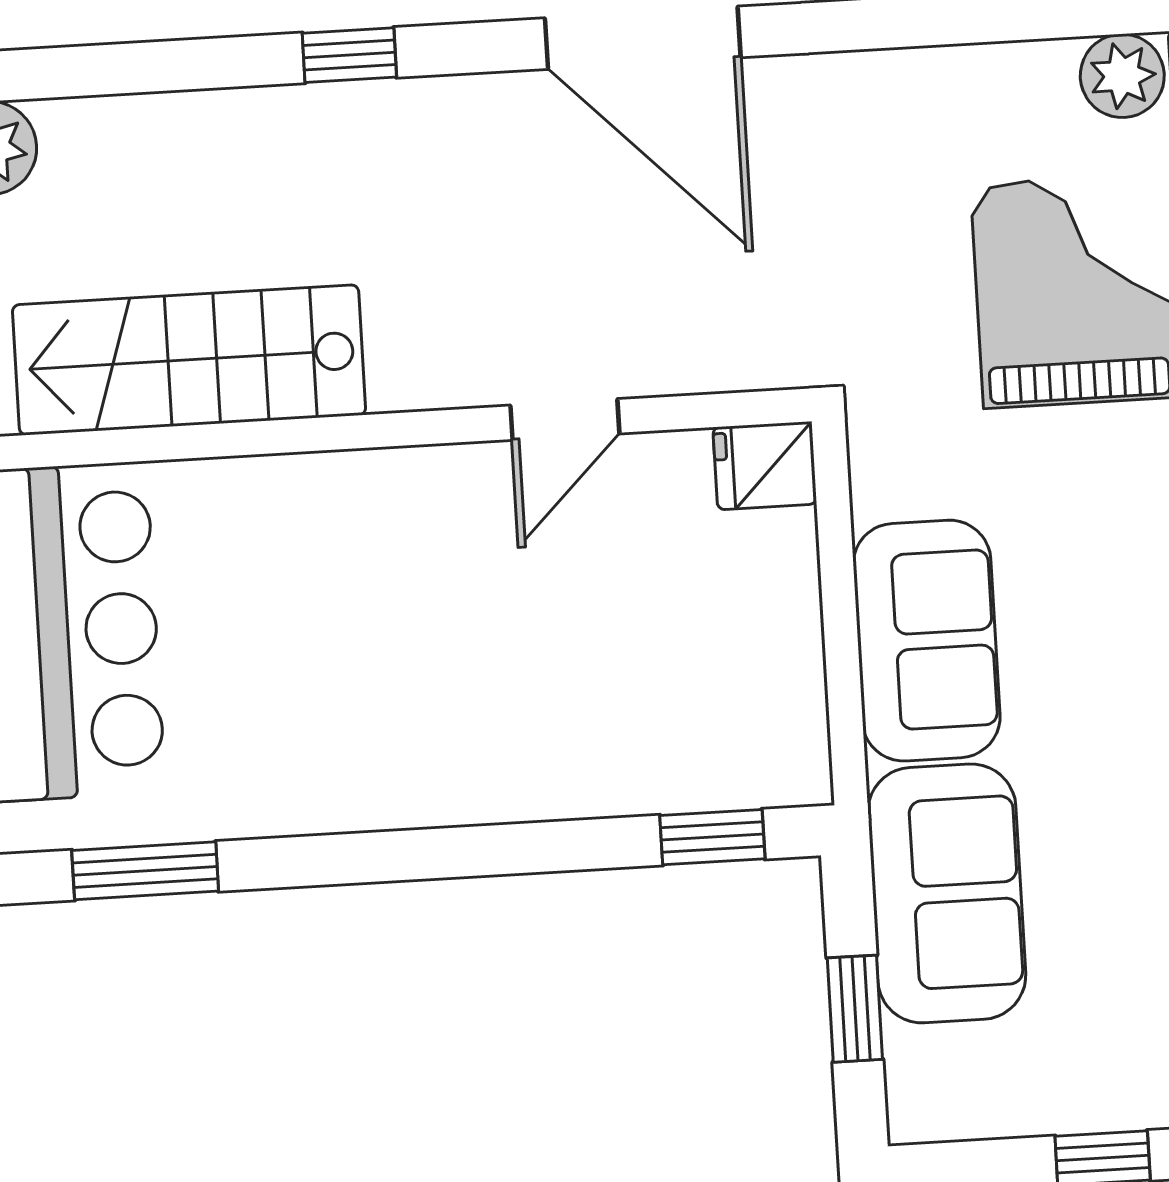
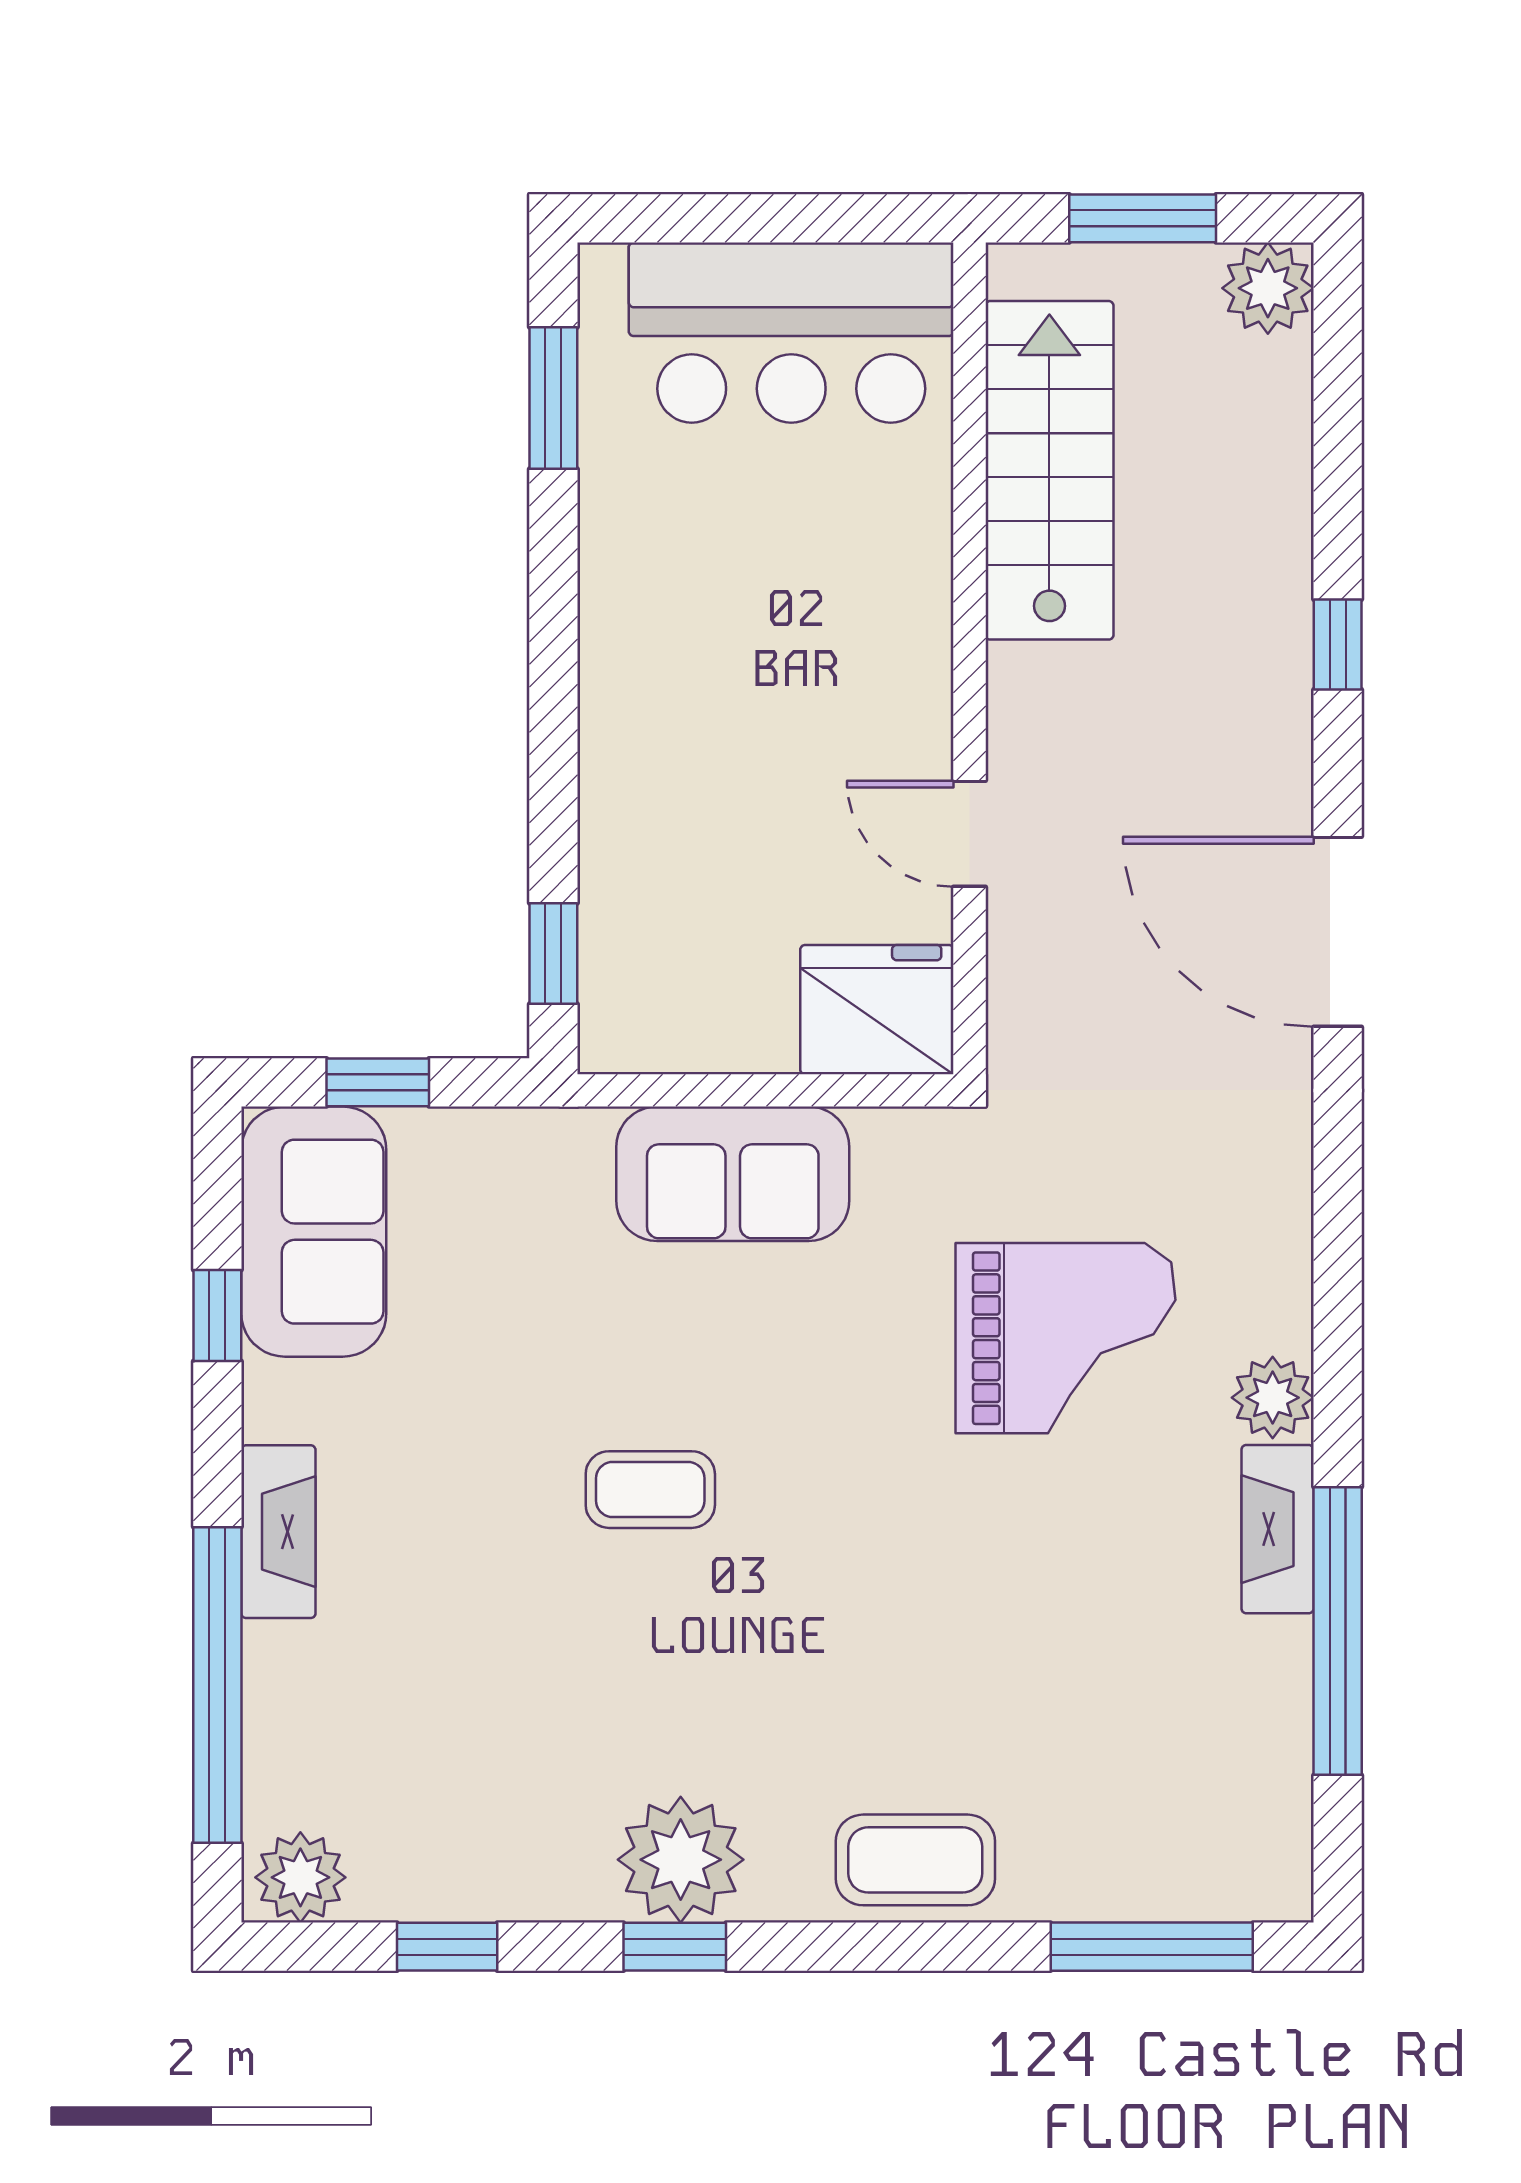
door: (643, 38) -> (1338, 932), hinge flipped
fridge: (765, 466) -> (877, 1010), width x1.88, depth x1.34
sofa: (947, 893) -> (314, 1232), moved, turned -90

